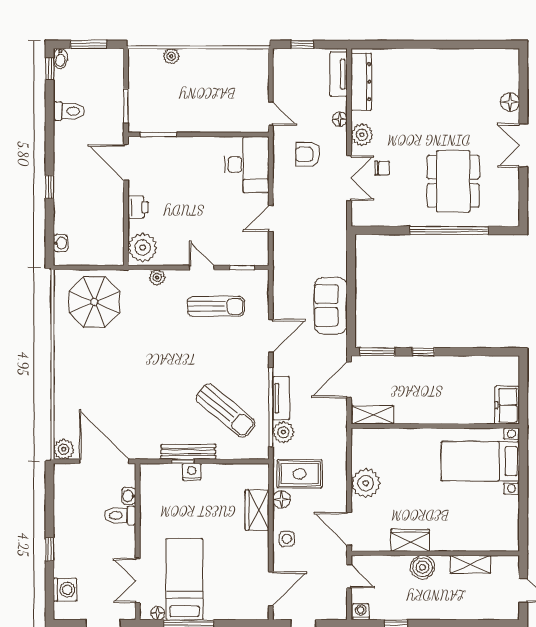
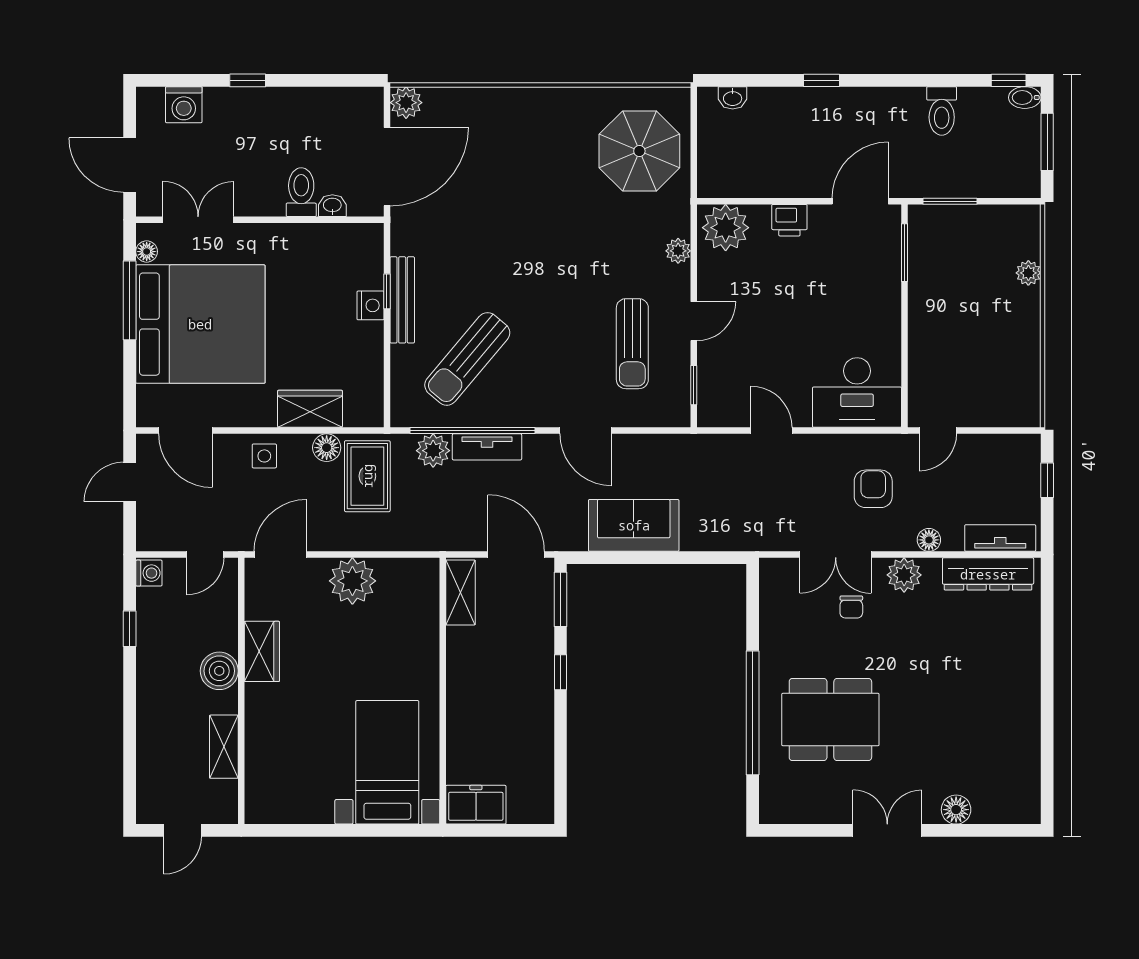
bed: (184, 579) -> (200, 324), width x2.04

